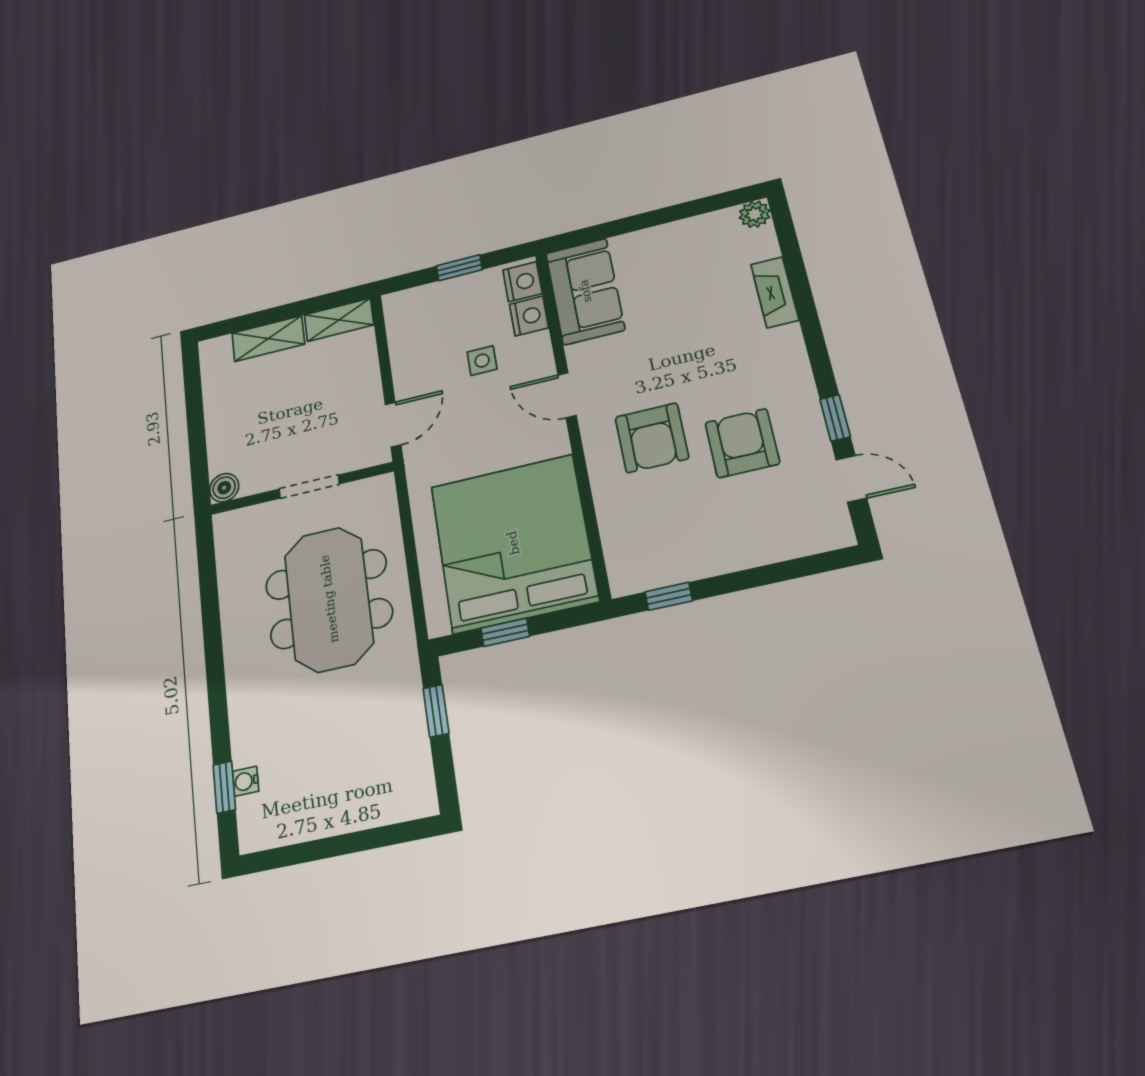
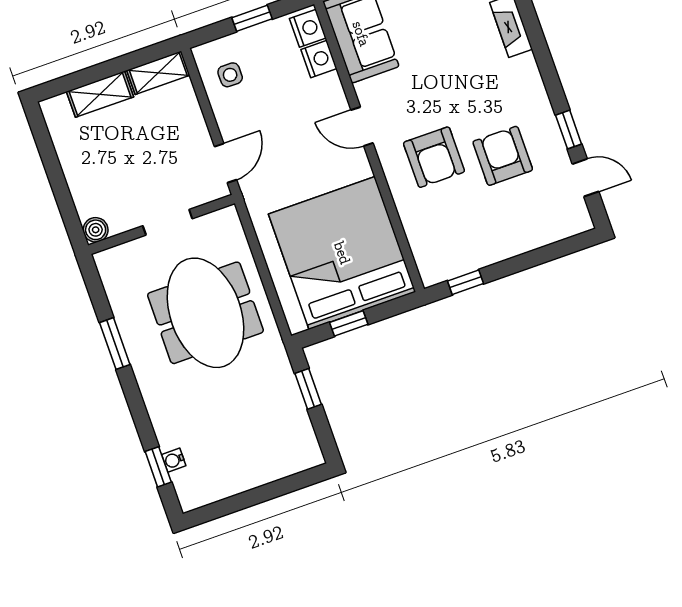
side table: (482, 361) -> (230, 75), moved
window: (212, 624) -> (115, 344), added

